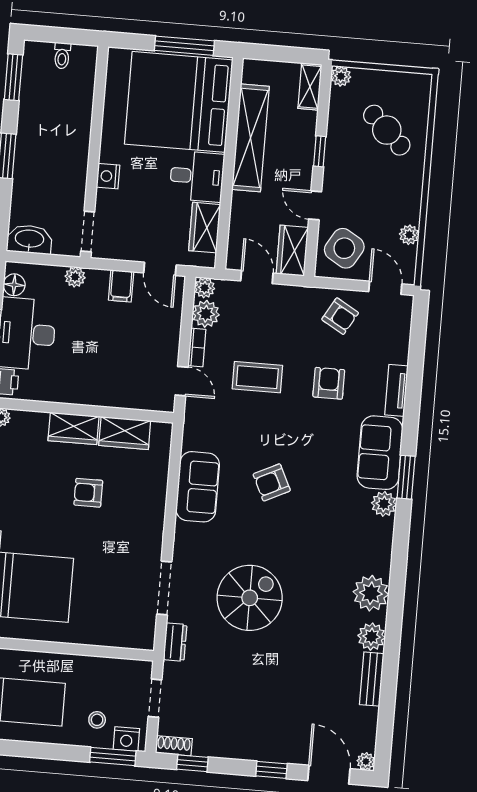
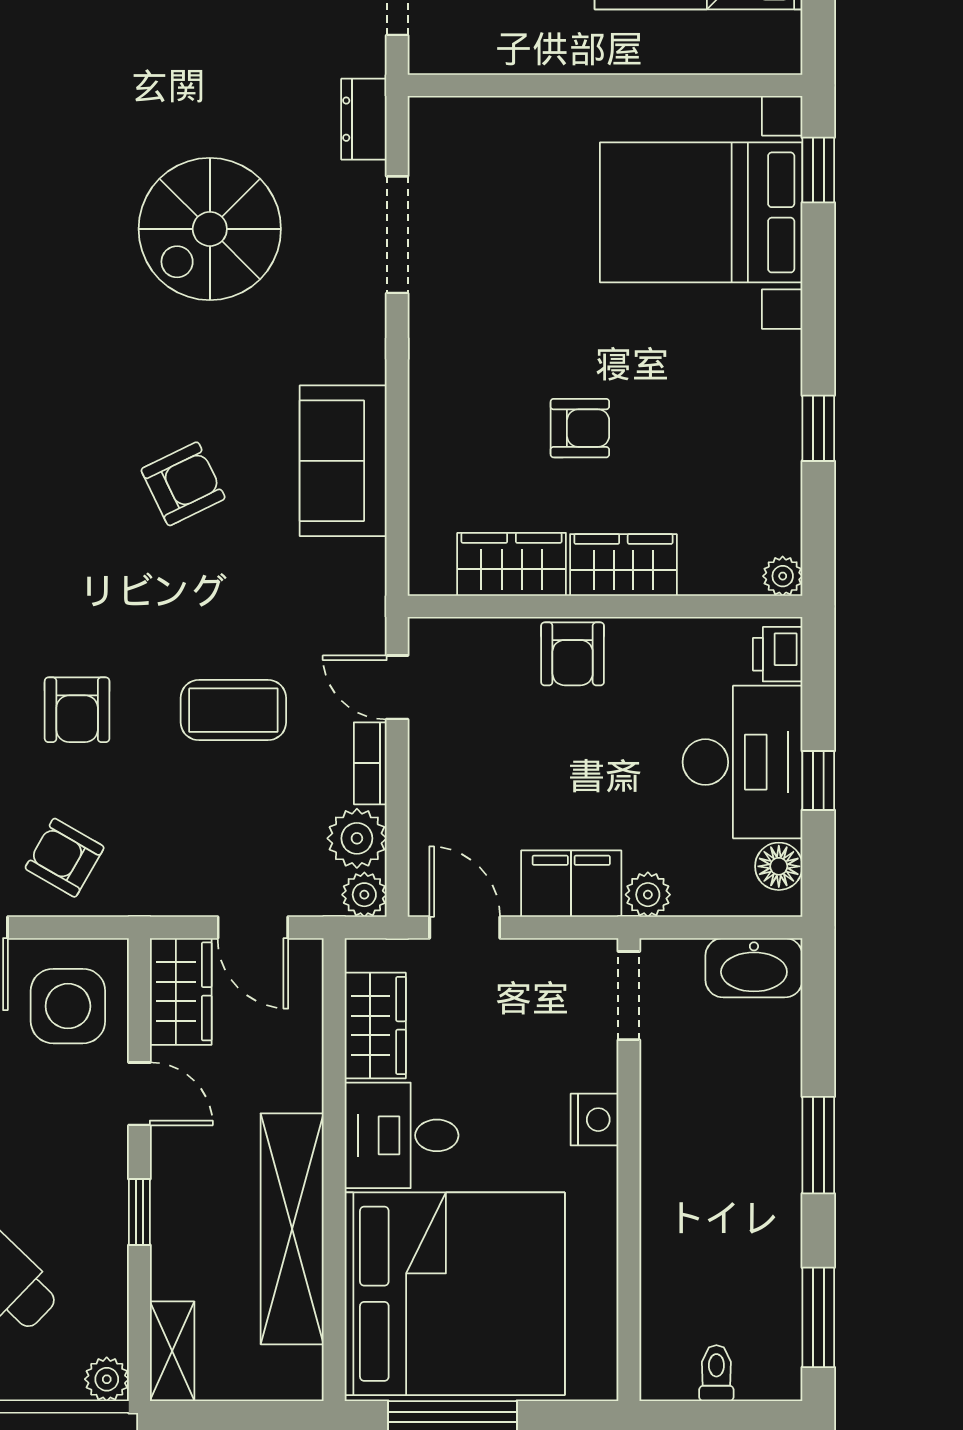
side table: (344, 248) -> (68, 1006), turned -31
filing cabinet: (121, 286) -> (571, 884), width x2.00
armchair: (100, 390) -> (573, 654), added

